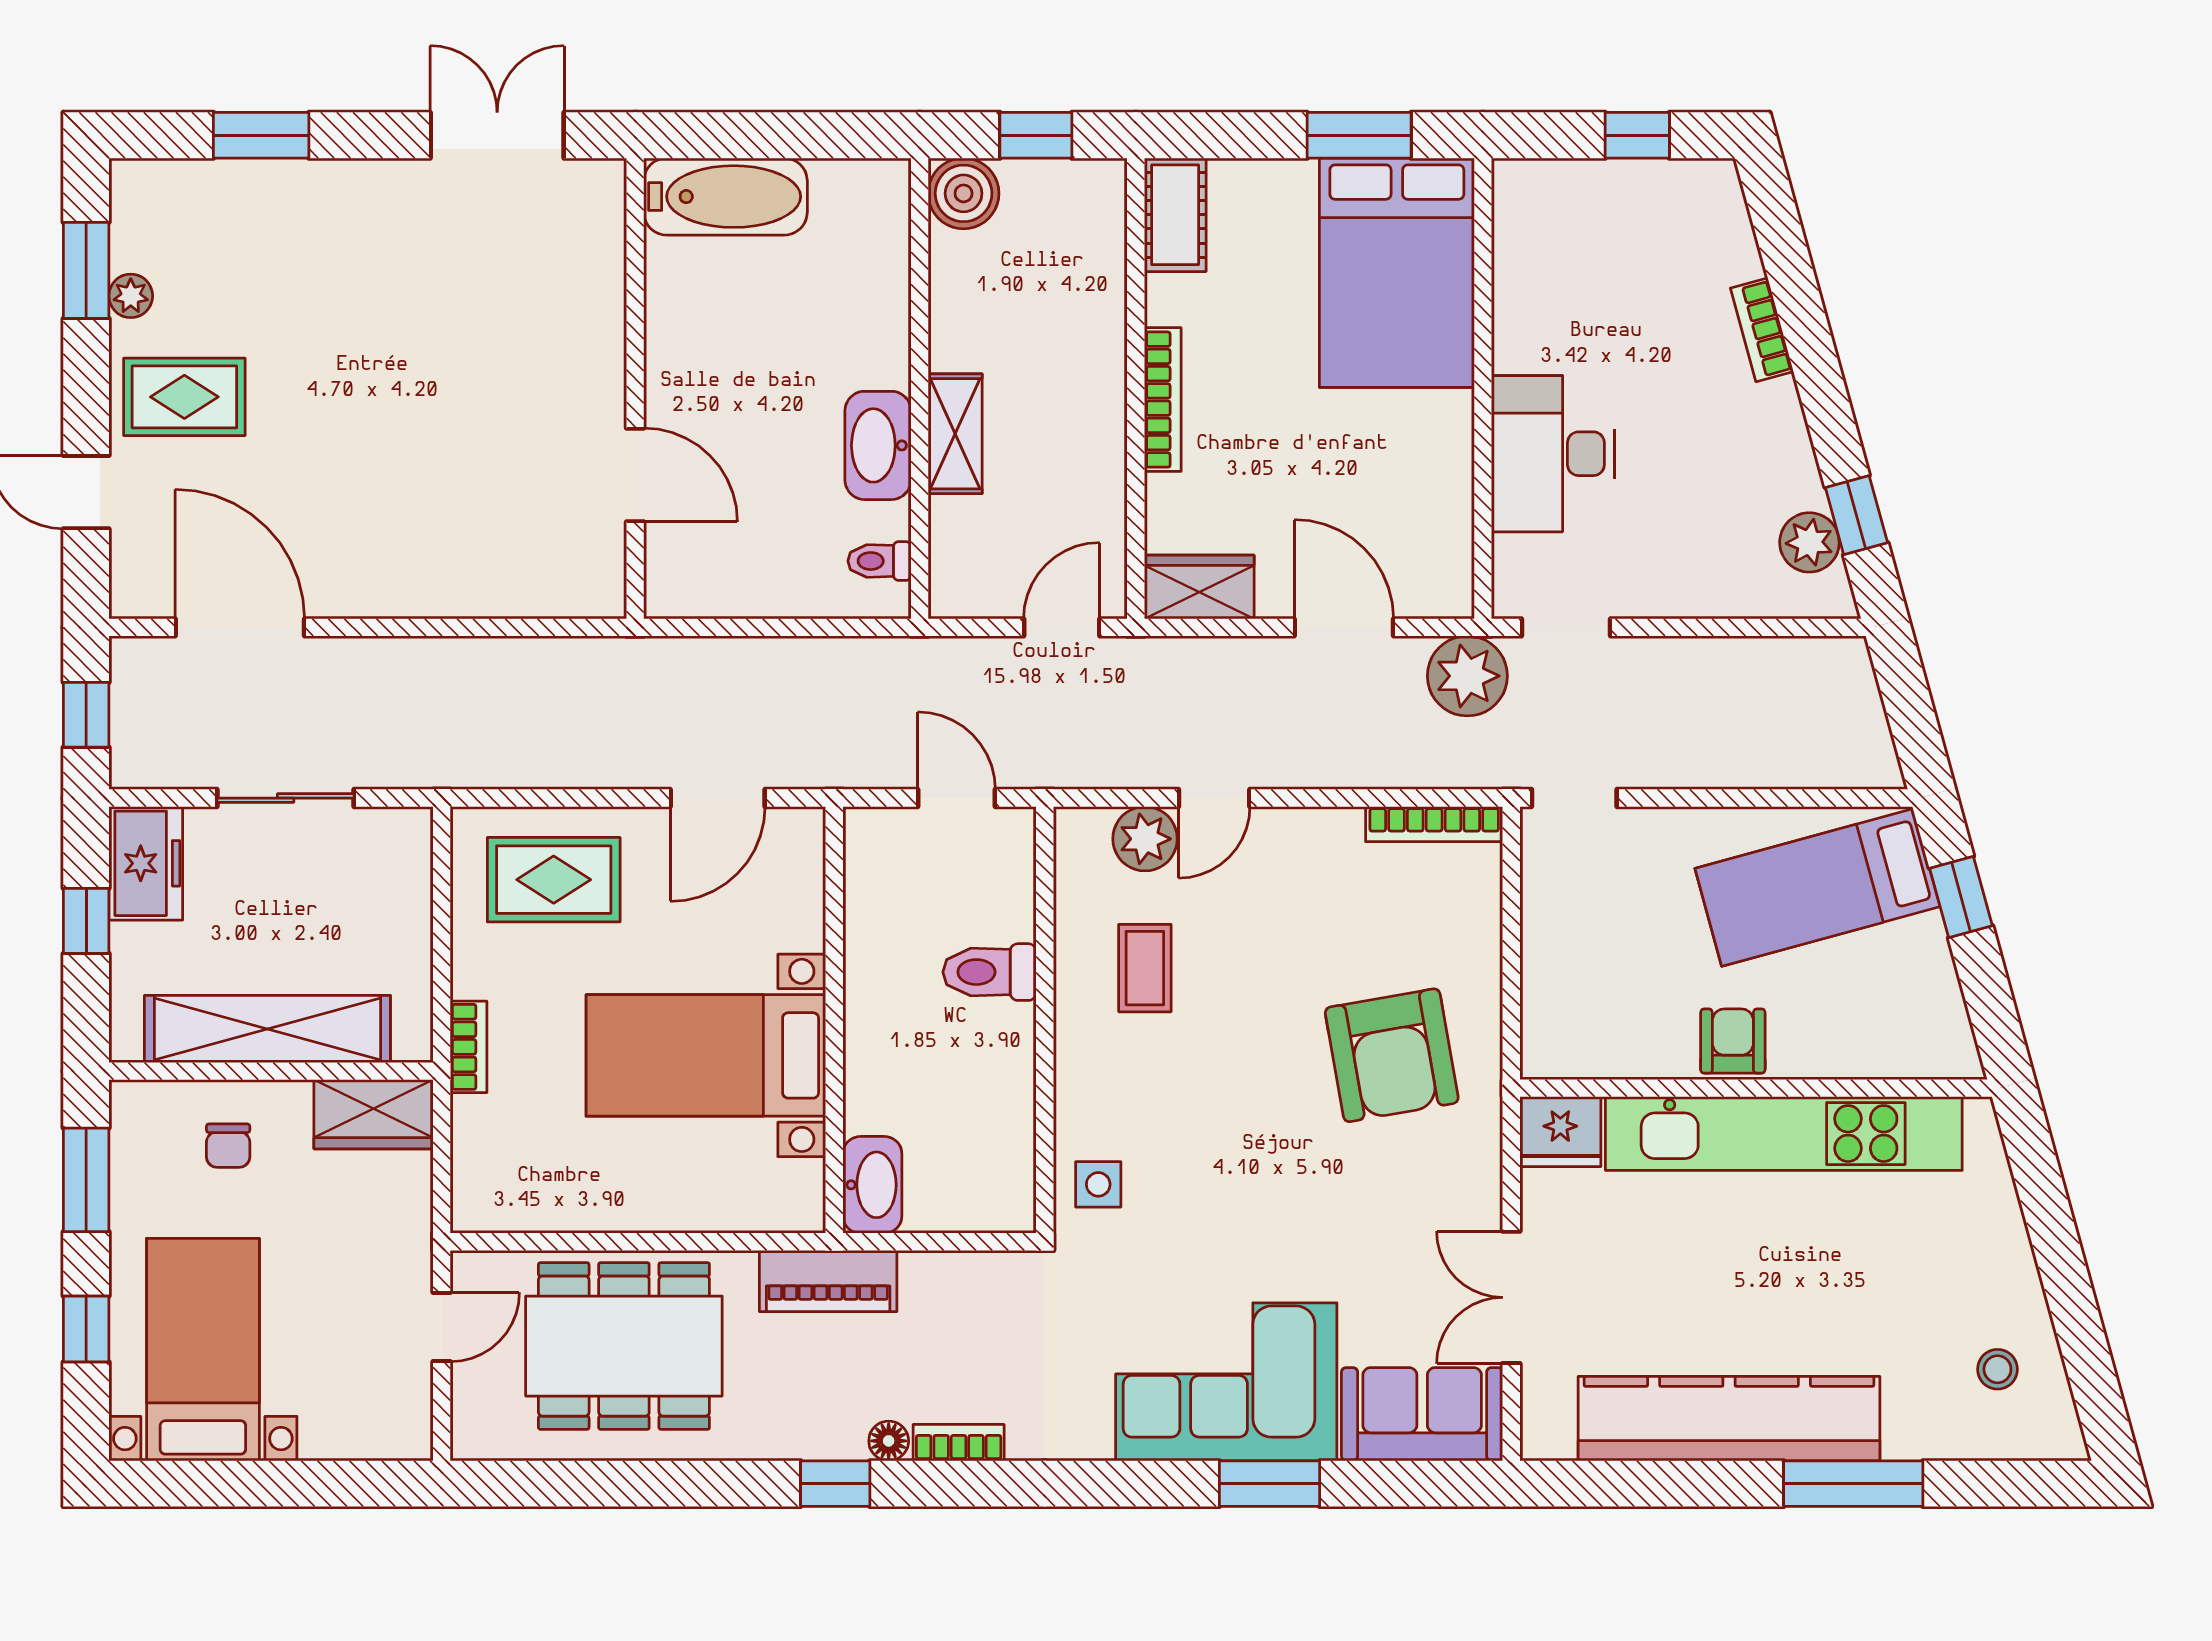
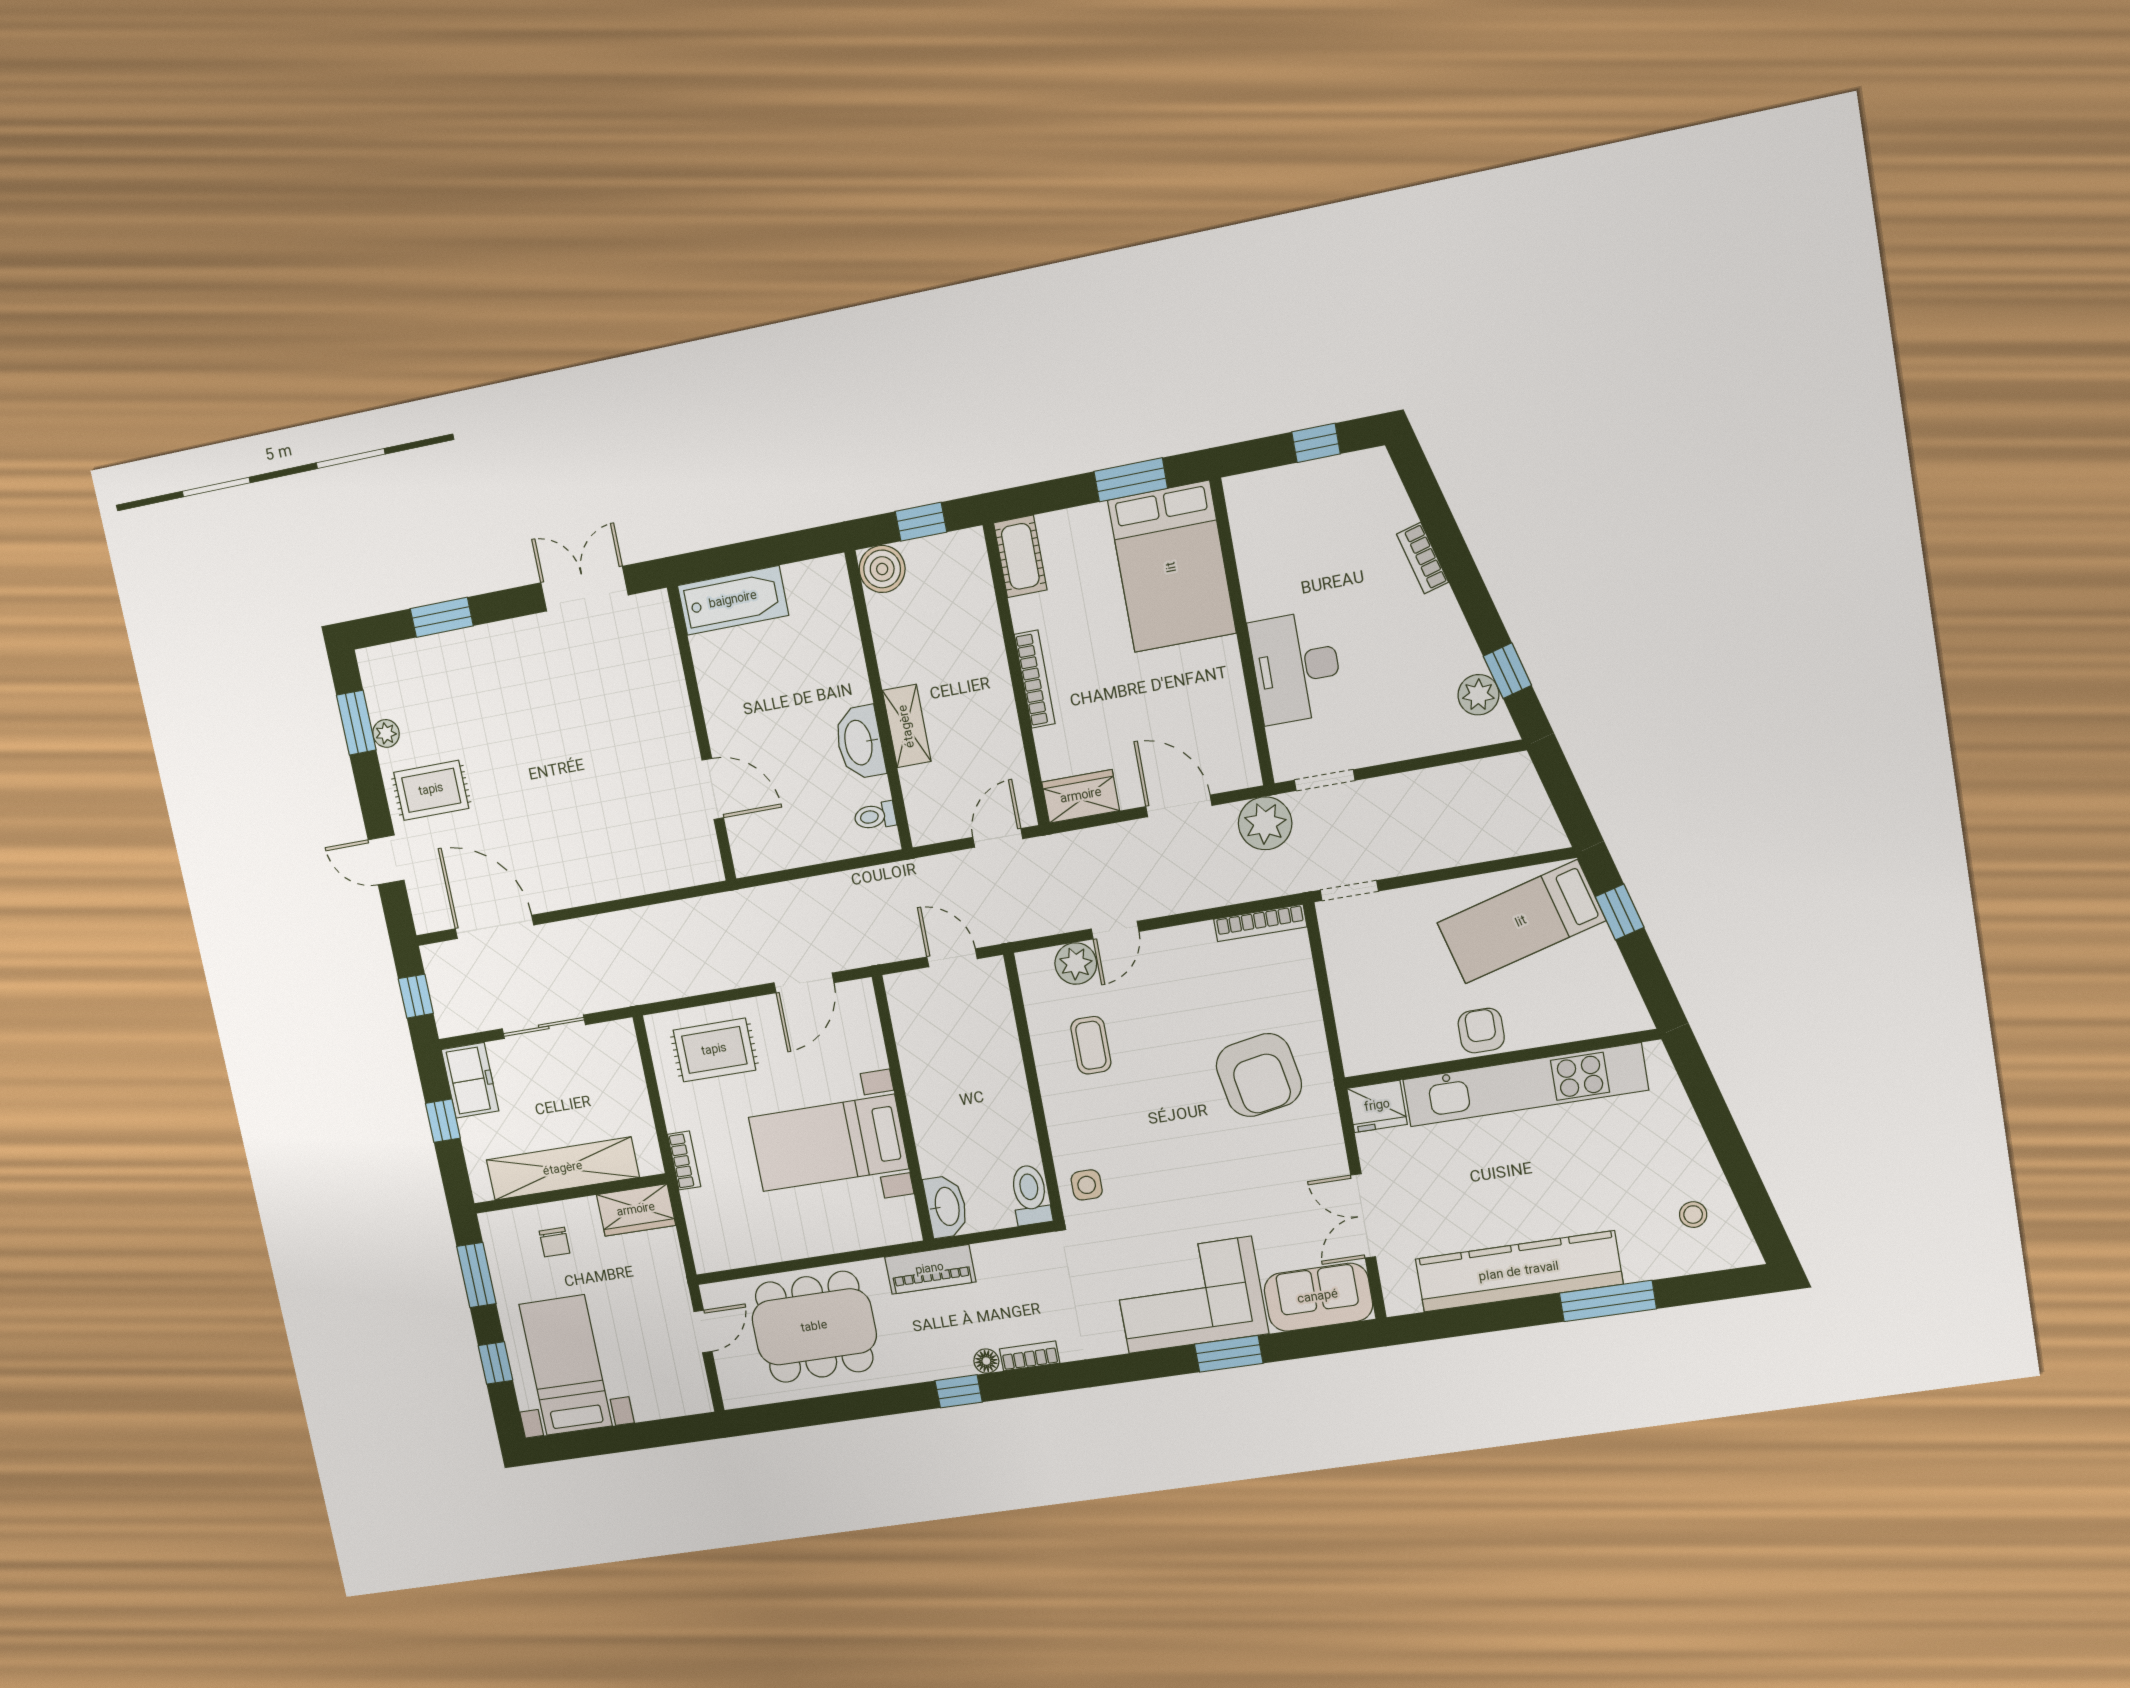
toilet: (990, 972) -> (1030, 1195), moved, turned 90

